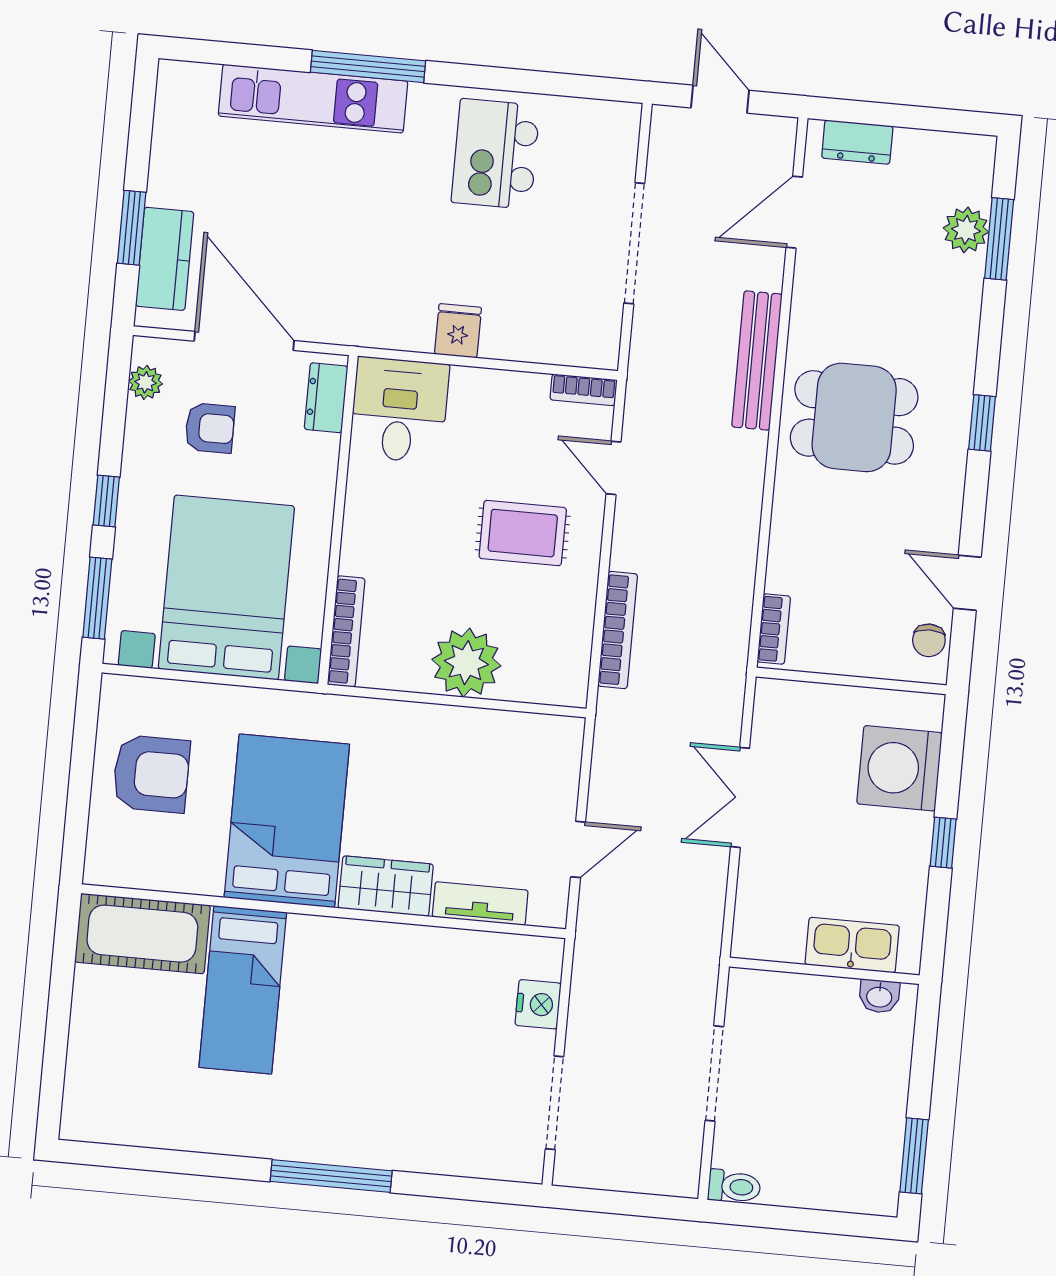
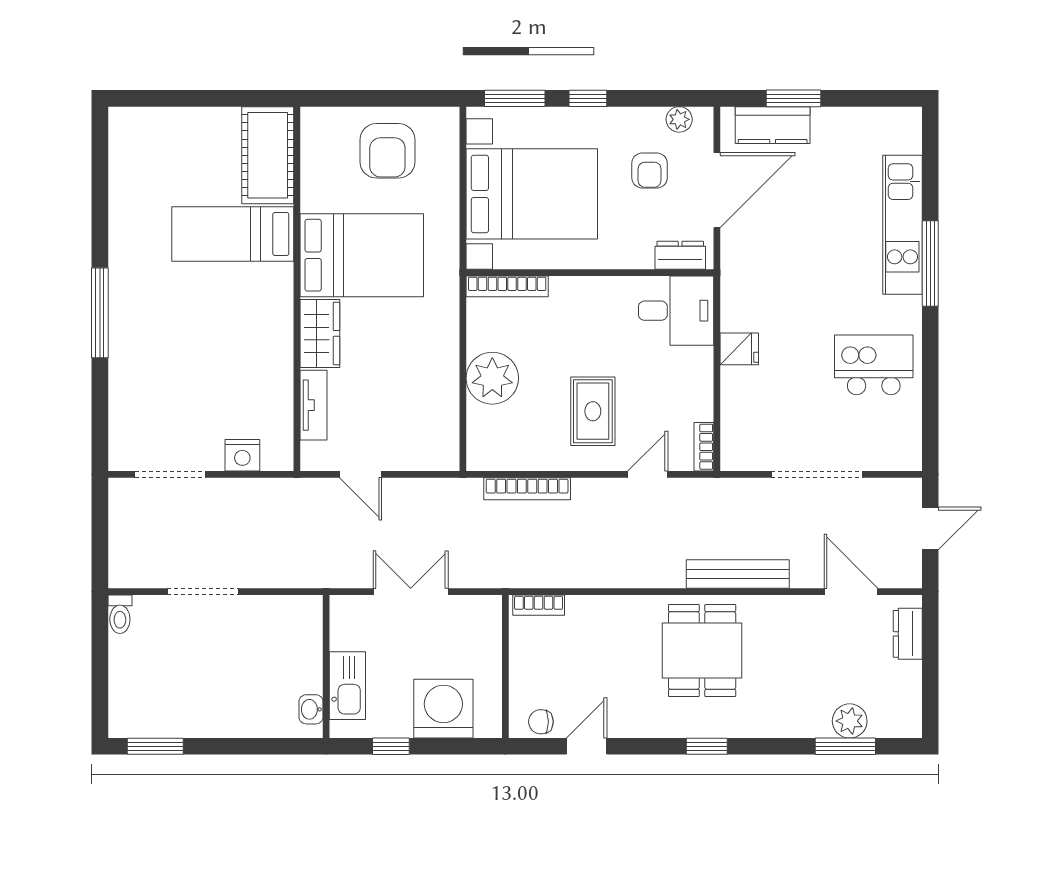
kitchen sink: (852, 945) -> (347, 686), moved
wall: (824, 971) -> (326, 667), moved
washbasin: (879, 996) -> (311, 709), moved

